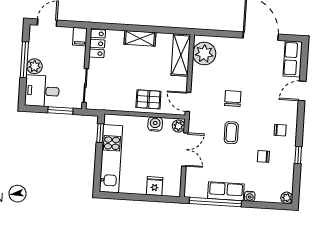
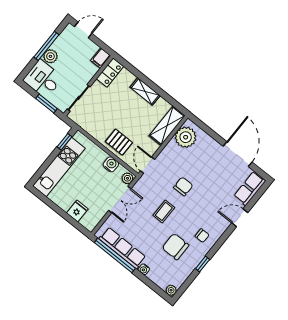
chair: (263, 156) -> (175, 247), width x1.87, depth x1.87
row of seats: (226, 191) -> (122, 248), width x1.48

